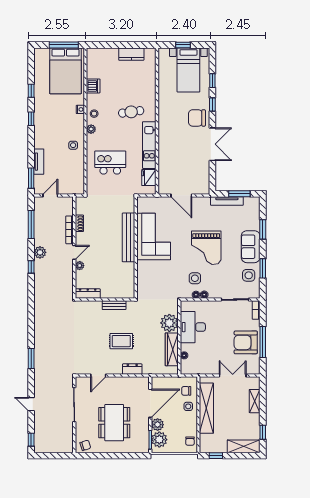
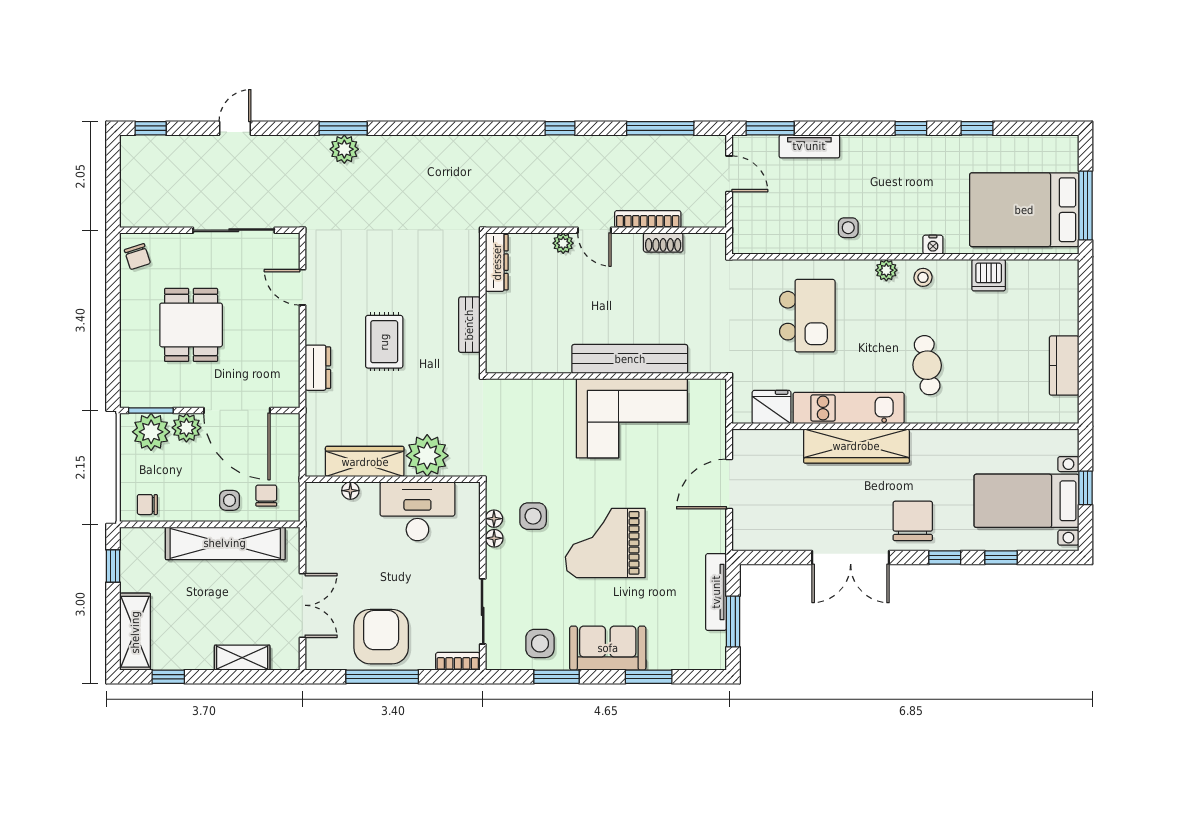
wardrobe: (165, 142) -> (856, 446), added
plant: (40, 252) -> (344, 149), moved
dining table: (114, 423) -> (191, 325), width x0.73

